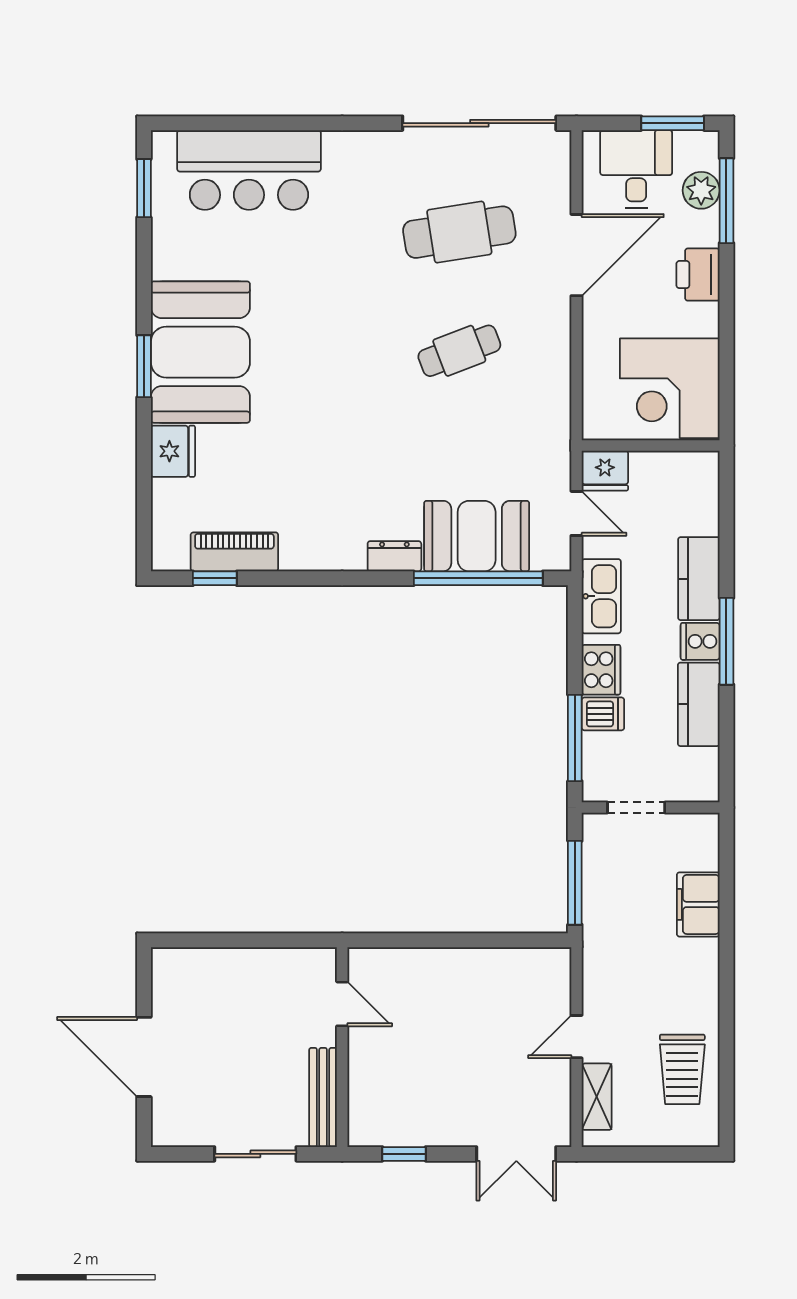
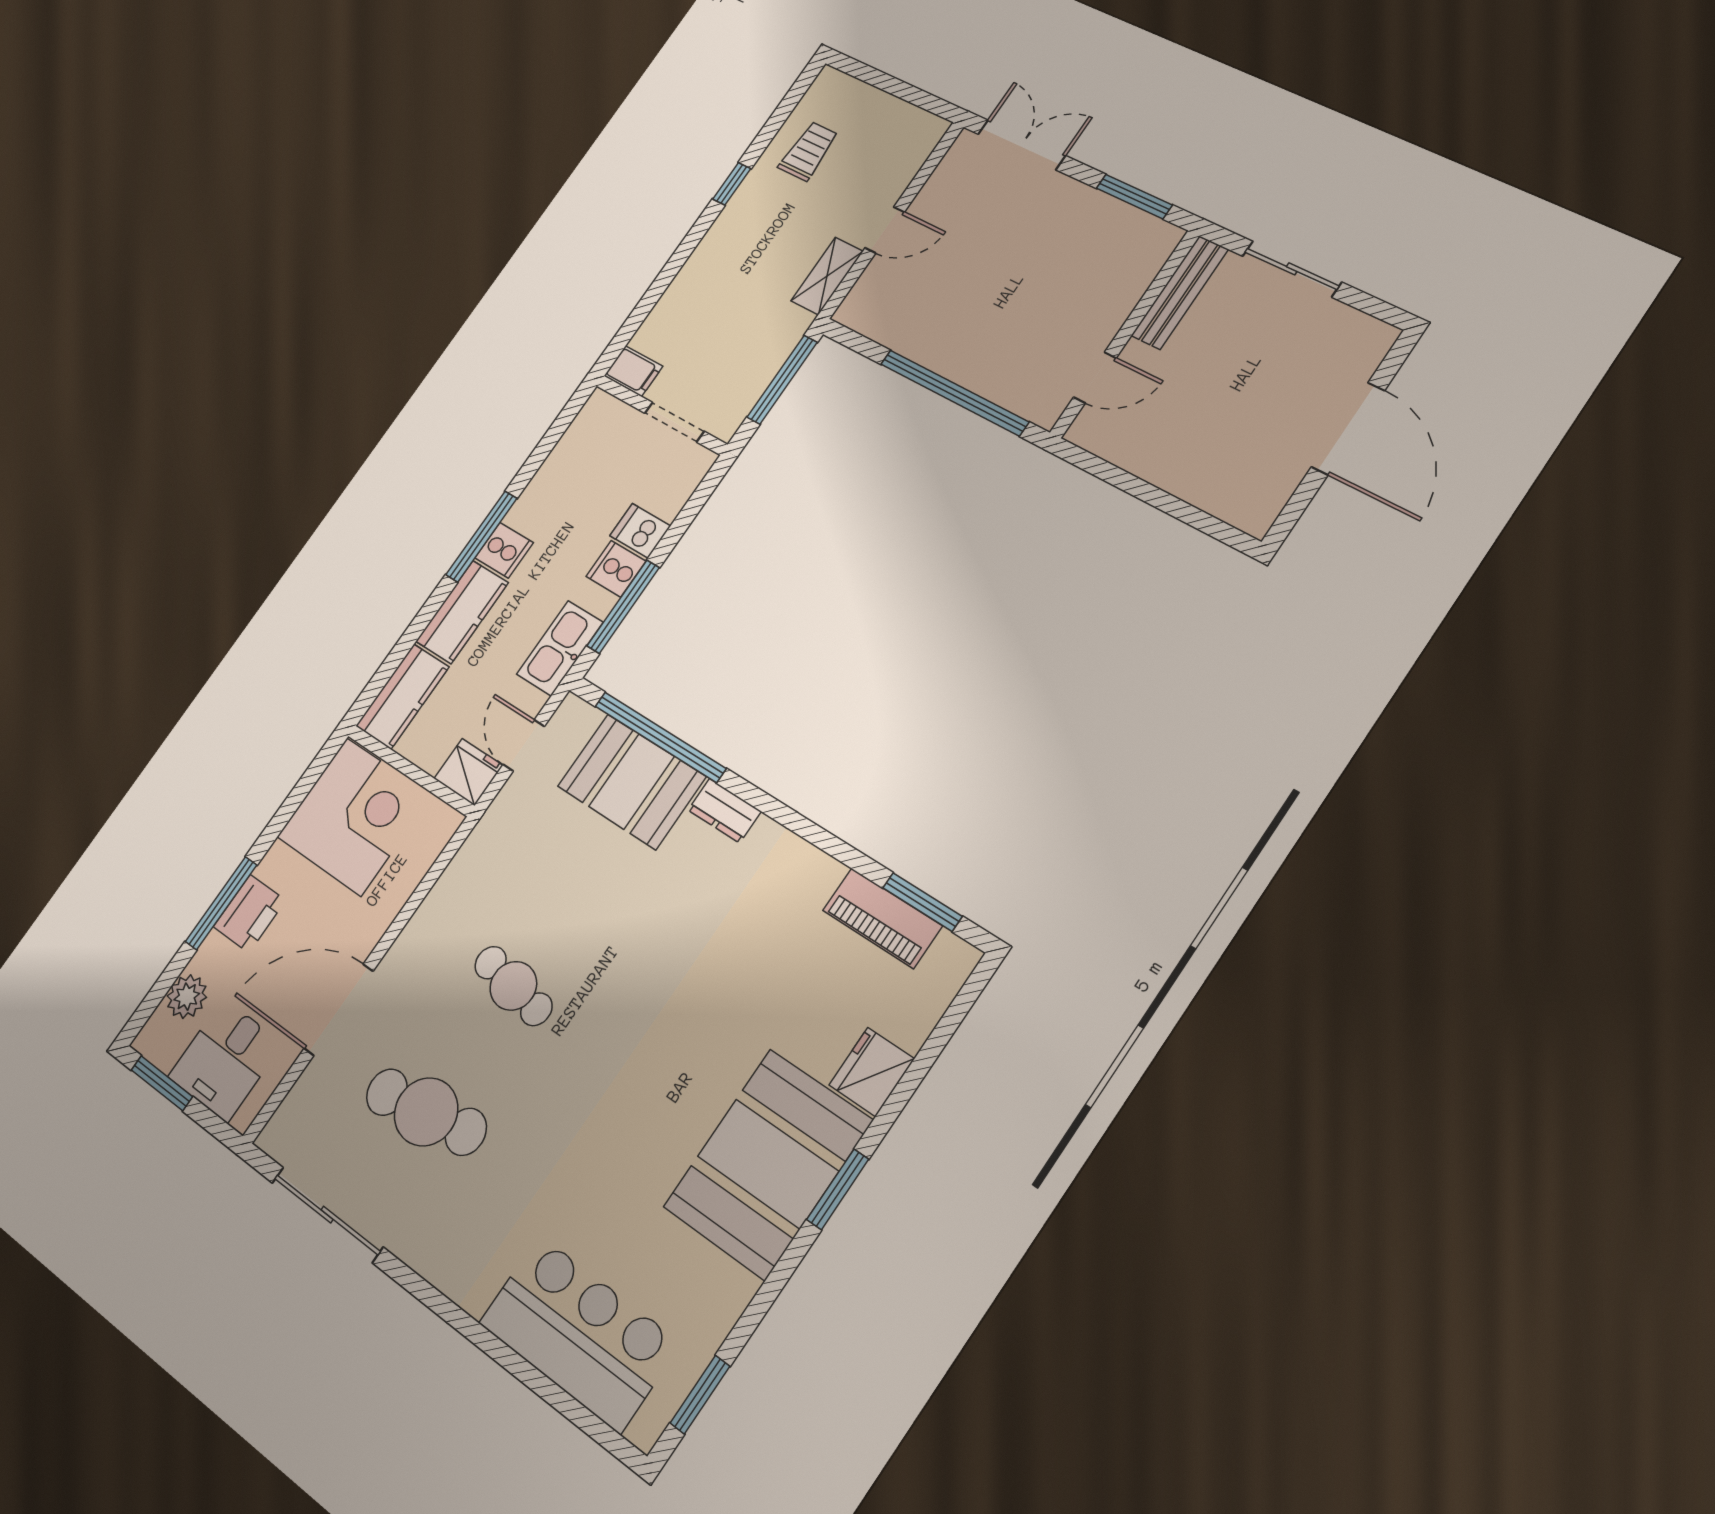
sliding door: (479, 123) -> (327, 1215), width x0.73
window: (726, 201) -> (221, 903), moved
cafe table: (459, 351) -> (513, 986), turned 30
window: (215, 578) -> (922, 902), width x1.50
cooker: (601, 670) -> (616, 569), width x0.73
kitchen counter: (699, 704) -> (402, 696), moved
window: (575, 738) -> (623, 607), moved
filing cabinet: (698, 904) -> (633, 371), moved, width x0.50
window: (437, 940) -> (954, 393), added
door: (342, 1004) -> (1095, 378), swing flipped
window: (726, 1014) -> (732, 184), added
trolley: (682, 1069) -> (808, 151), width x0.73, depth x0.72
shelving: (597, 1097) -> (827, 276), moved
window: (404, 1154) -> (1134, 197), width x1.50

